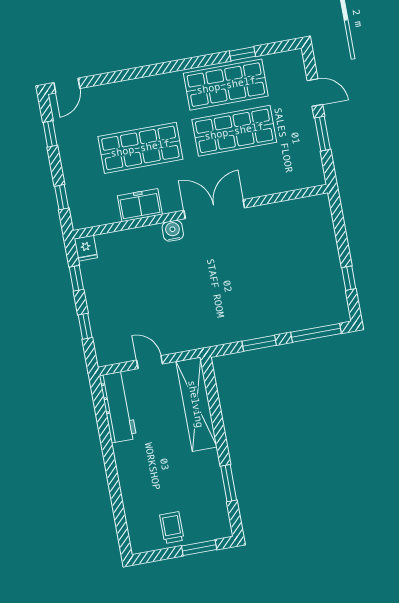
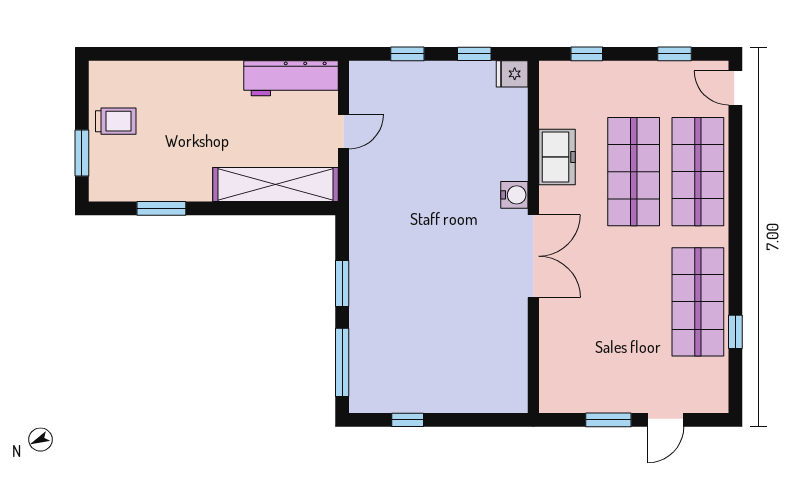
shop shelf: (234, 131) -> (698, 172), moved

